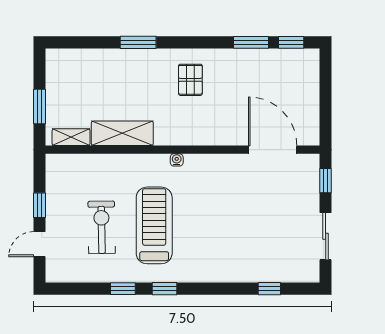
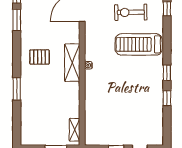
shelving: (122, 133) -> (72, 63), moved
treadmill: (154, 225) -> (139, 44), moved
exercise bike: (102, 227) -> (131, 12), moved

